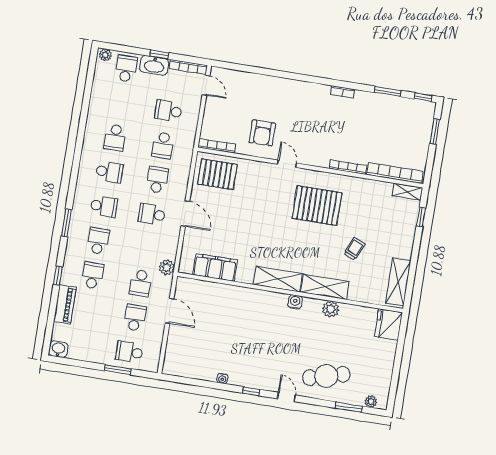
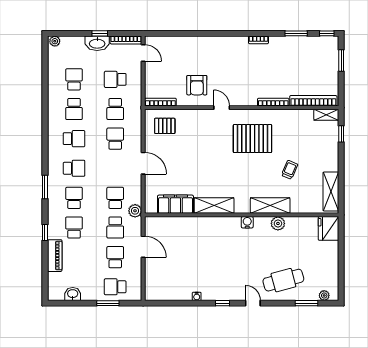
school desk: (126, 69) -> (74, 79), moved
pallet: (217, 174) -> (165, 126), width x0.67, depth x0.71
school desk: (152, 214) -> (115, 198), moved, turned 90
shelving: (278, 279) -> (214, 206), moved
washbasin: (58, 349) -> (73, 294), moved

